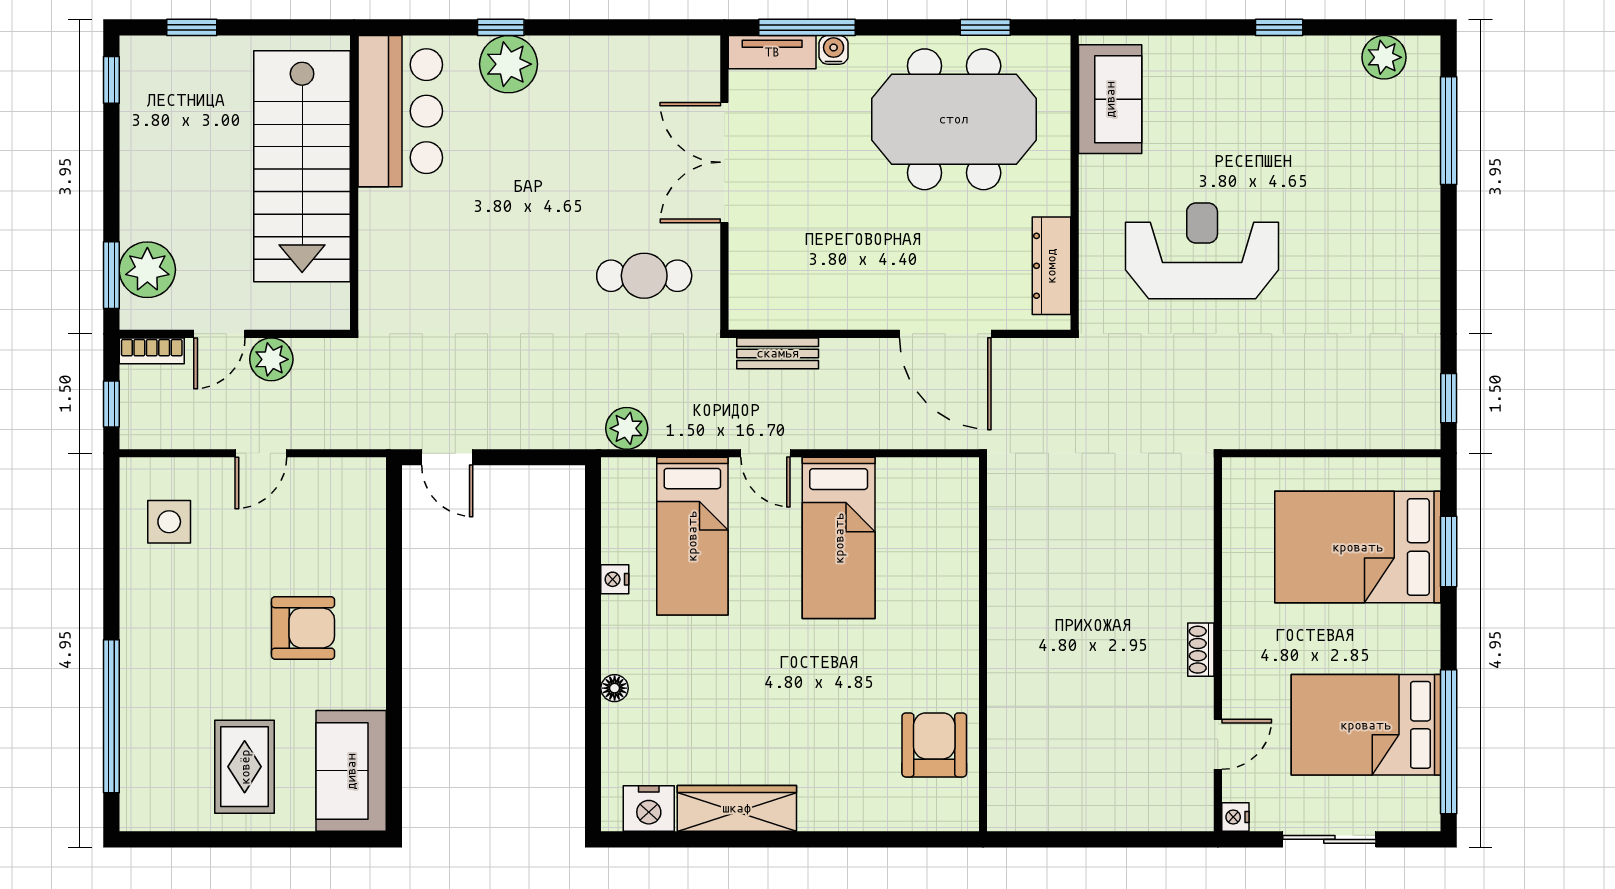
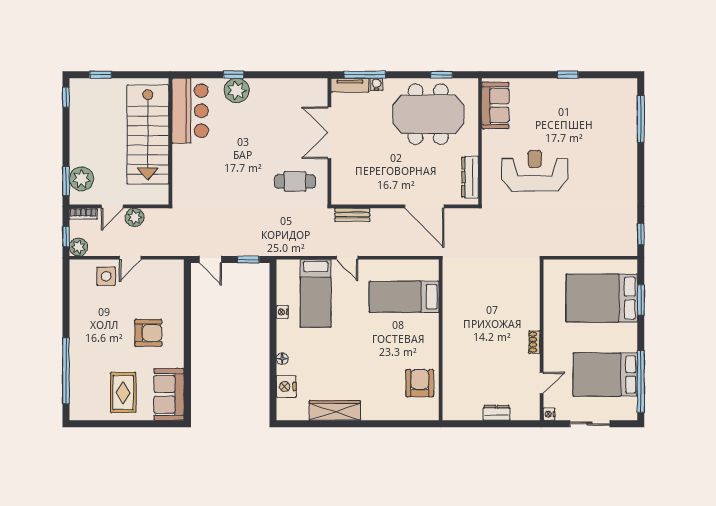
plant: (1384, 57) -> (613, 88), removed
plant: (627, 428) -> (78, 247), moved
window: (536, 457) -> (248, 259), added
side table: (169, 522) -> (106, 276), moved
bed: (839, 538) -> (404, 297), moved, turned 90
nightstand: (649, 809) -> (286, 386), moved, turned 90
dresser: (1113, 814) -> (497, 413), added

